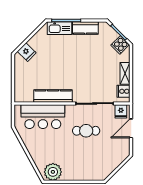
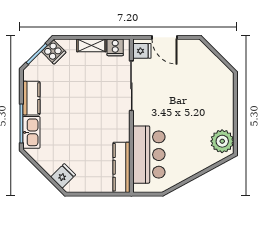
kitchen counter: (53, 96) -> (121, 167), moved
cafe table: (86, 131) -> (168, 97), removed

